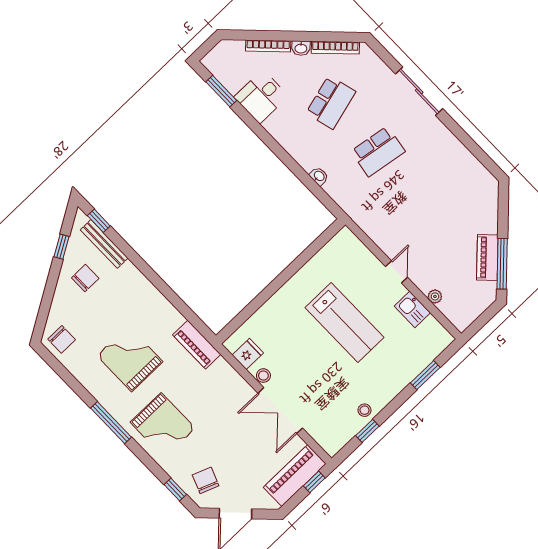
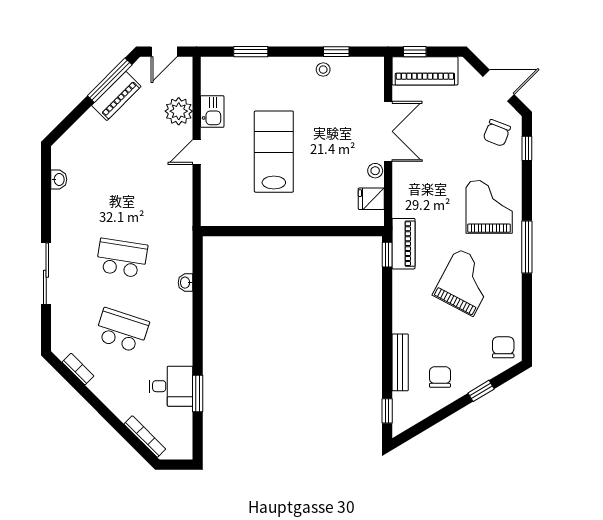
bookcase: (268, 46) -> (145, 437), moved
washbasin: (301, 48) -> (59, 179), moved, turned 45
bookcase: (335, 48) -> (78, 369), width x0.64
window: (221, 91) -> (198, 394), moved
school desk: (331, 102) -> (122, 330), turned 33
bench: (104, 244) -> (400, 362), moved
window: (61, 247) -> (481, 391), moved
chair: (85, 278) -> (440, 377), turned 90
plant: (435, 296) -> (179, 111), width x1.88, depth x1.88
door: (484, 319) -> (164, 52), added
window: (201, 327) -> (387, 255), added
grand piano: (130, 359) -> (465, 282), turned -152

